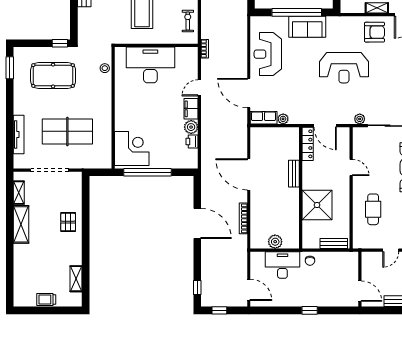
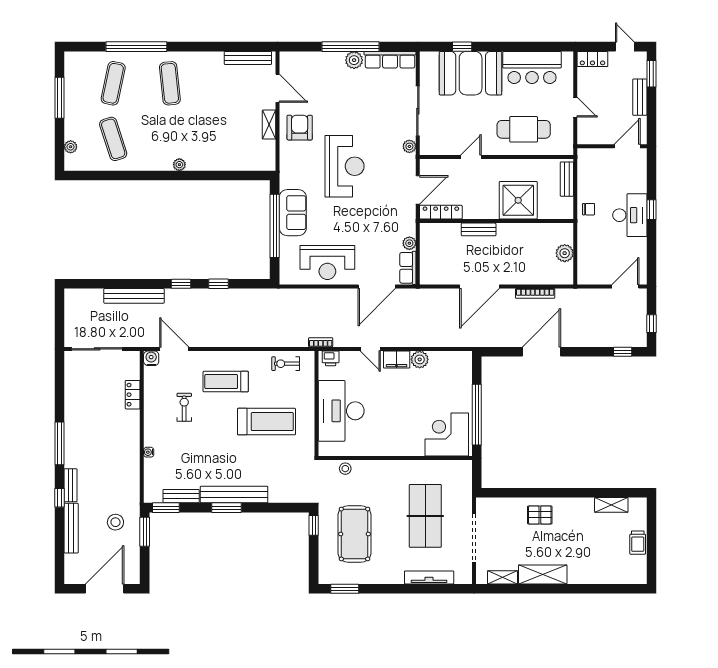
printer: (192, 141) -> (331, 358), moved
cafe table: (373, 209) -> (524, 129), width x1.37, depth x1.35
desk: (282, 265) -> (630, 215), moved, turned 180

